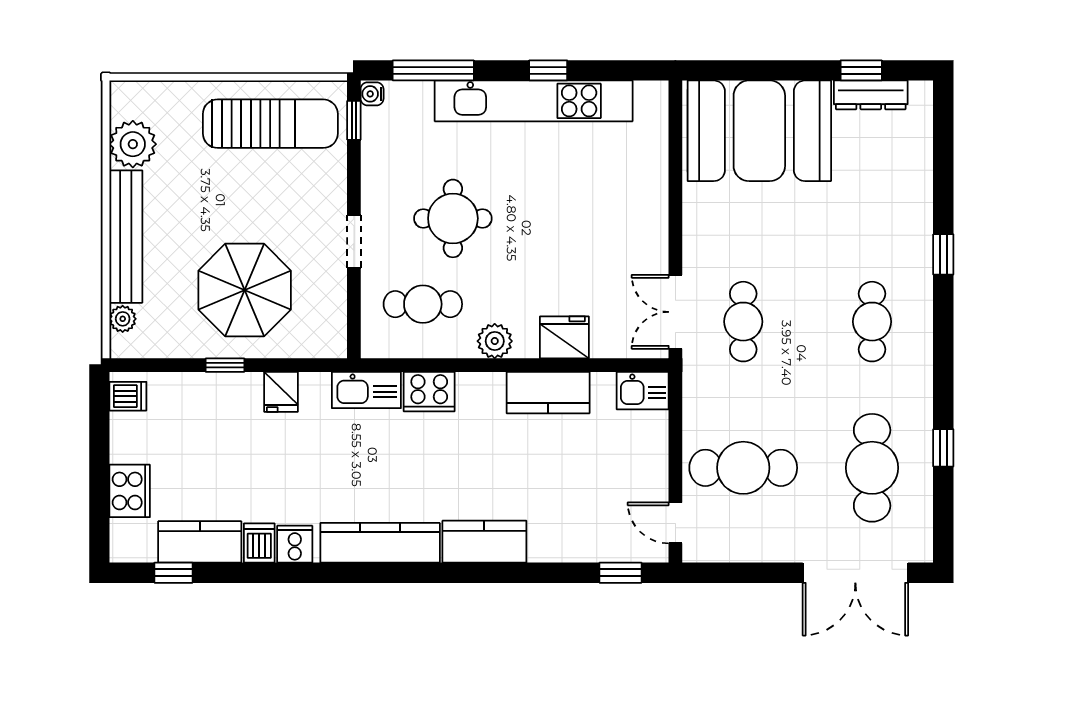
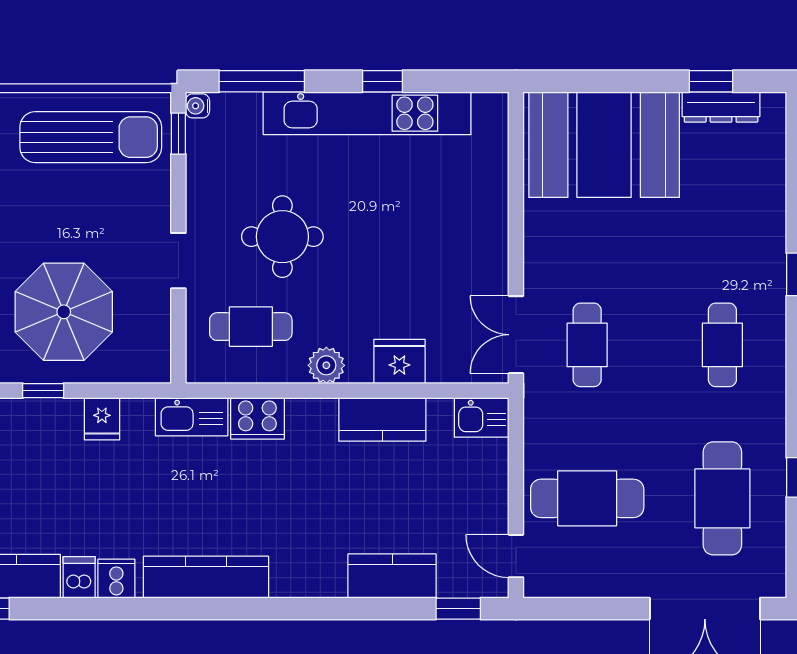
kitchen counter: (484, 542) -> (392, 576), moved

